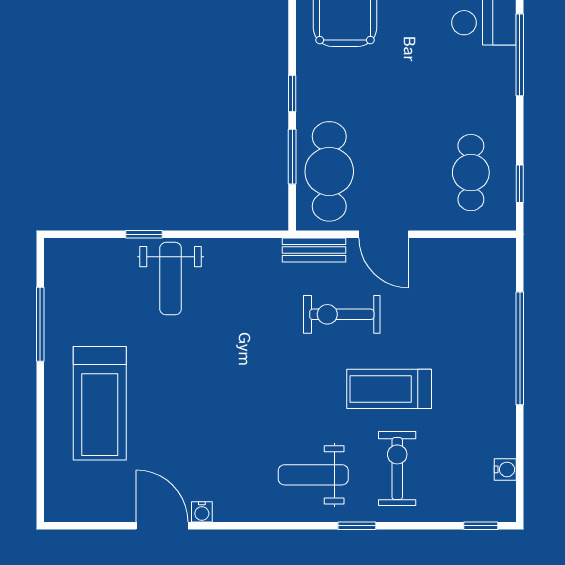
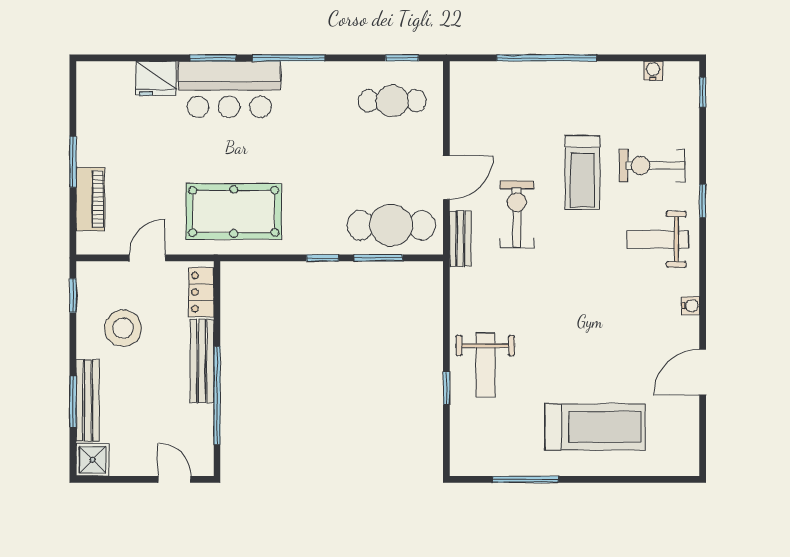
weight bench: (171, 279) -> (485, 365), turned 90
exercise bike: (342, 314) -> (517, 214), turned 180
weight bench: (313, 475) -> (658, 239), turned 90
water cooler: (202, 512) -> (690, 306), moved

